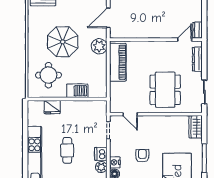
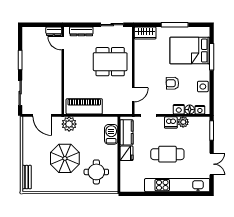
barbecue: (77, 91) -> (111, 134), moved
fridge: (52, 107) -> (127, 153), moved
kitchen counter: (90, 107) -> (127, 132), added
cafe table: (67, 150) -> (167, 154), width x1.37, depth x1.35

